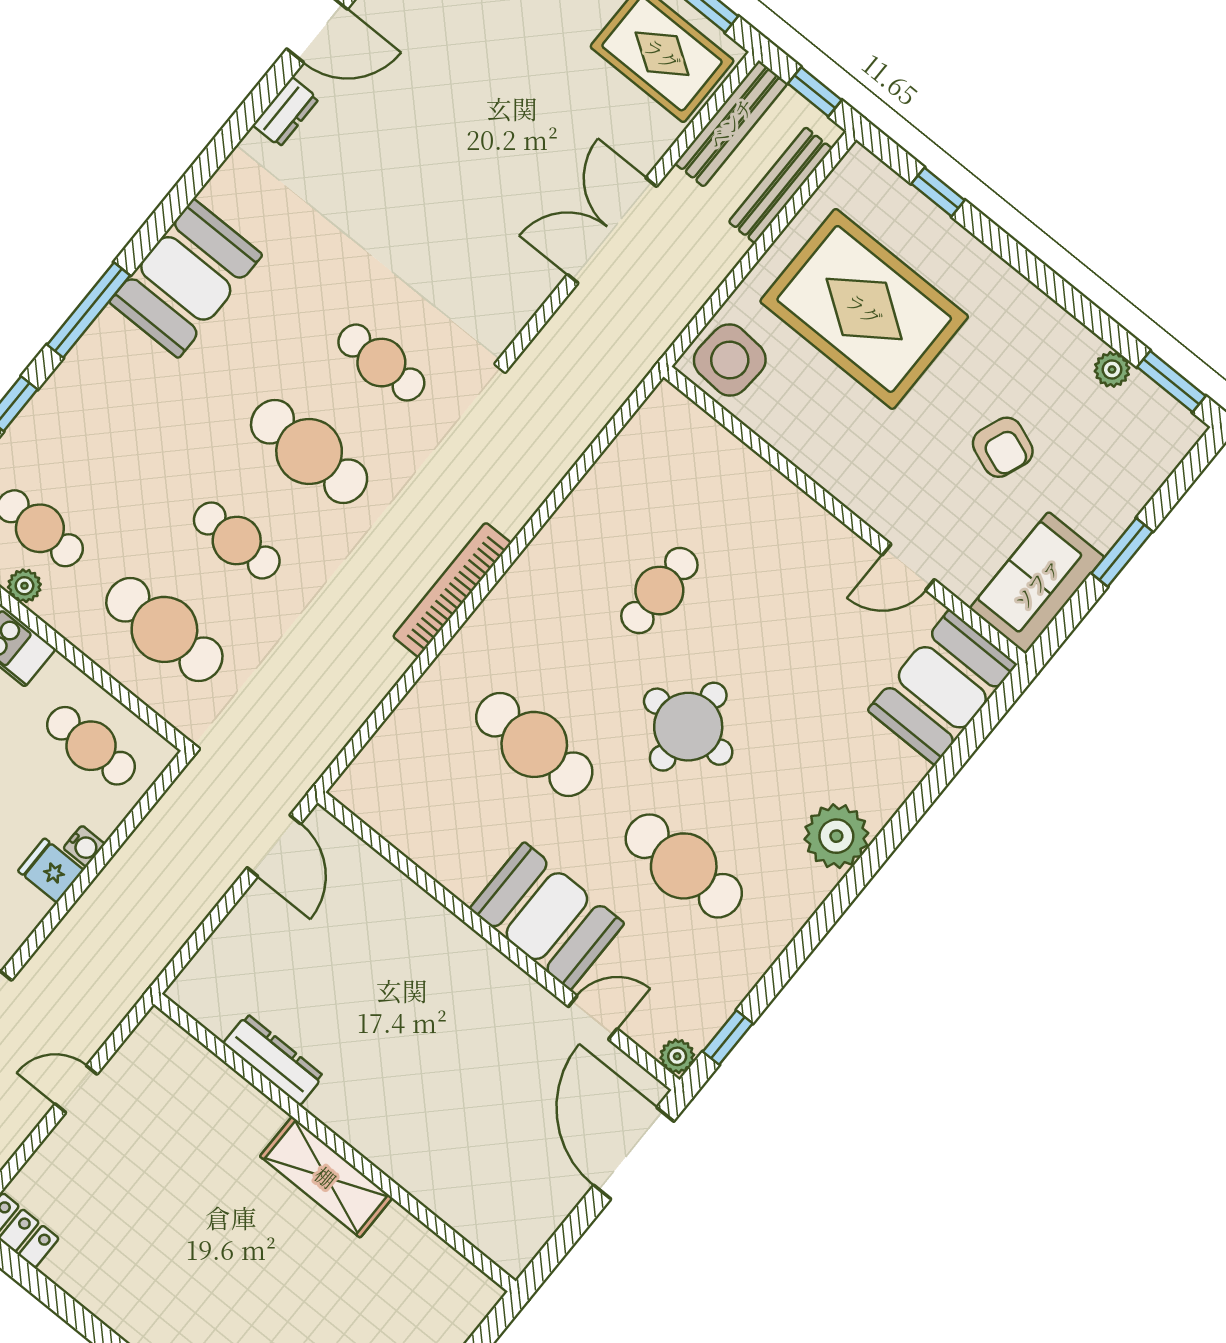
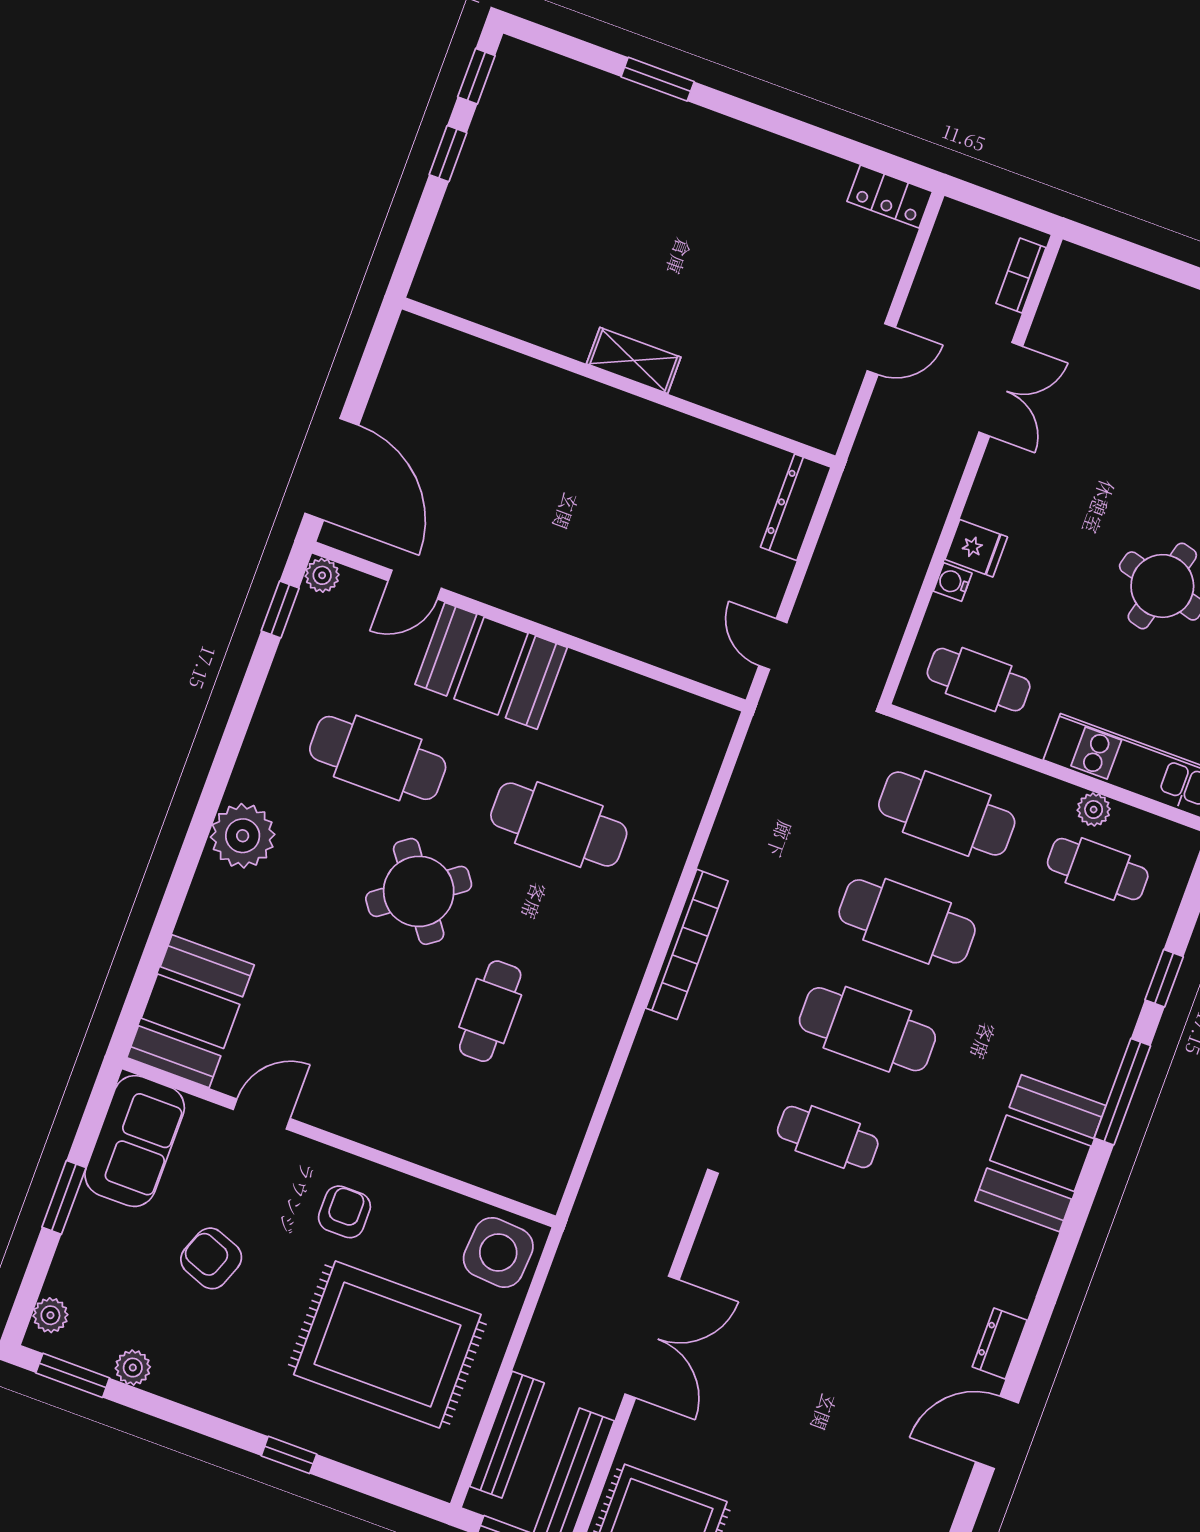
window: (938, 192) -> (289, 1455), moved
plant: (1173, 446) -> (50, 1315), added
armchair: (862, 448) -> (344, 1212), added
cafe table: (237, 540) -> (907, 921), width x1.37, depth x1.35
round table: (688, 727) -> (419, 891), turned -36
door: (274, 846) -> (773, 644), width x0.73
dresser: (273, 1060) -> (796, 507), moved, turned 90
shelving: (326, 1177) -> (634, 360), width x0.67, depth x0.75

